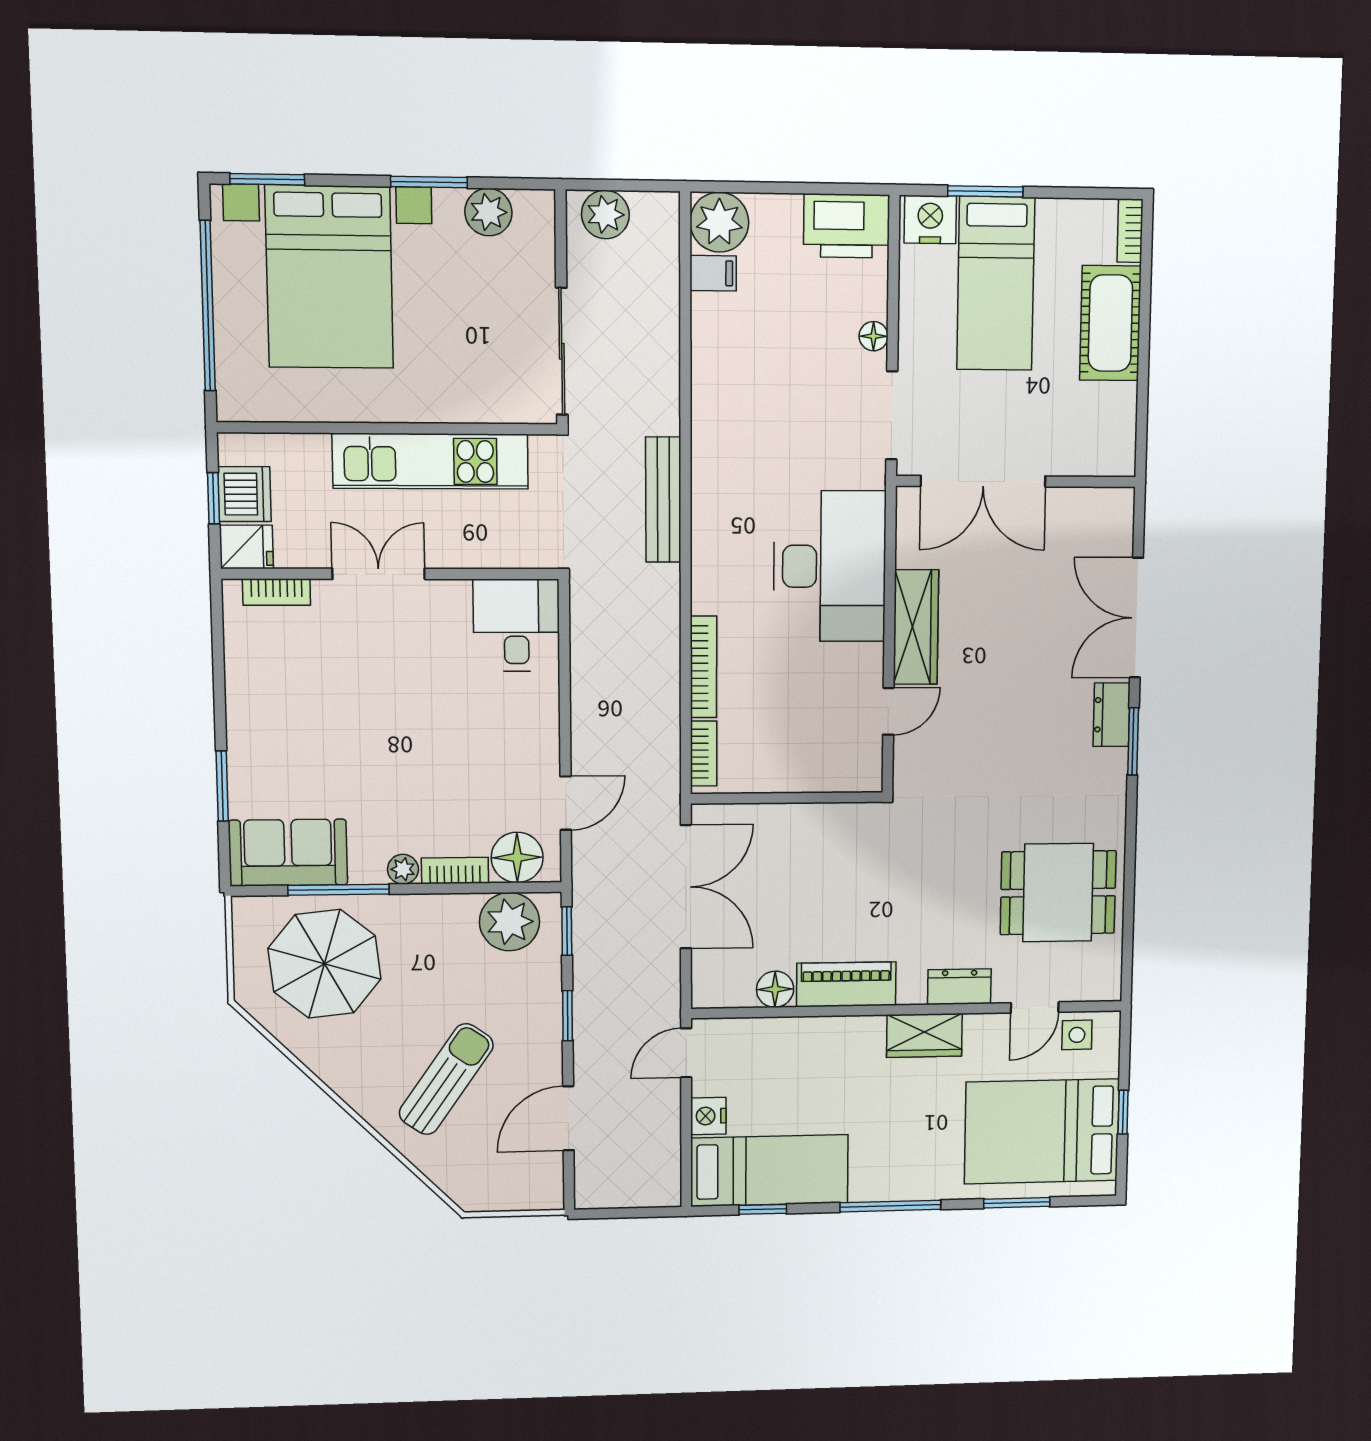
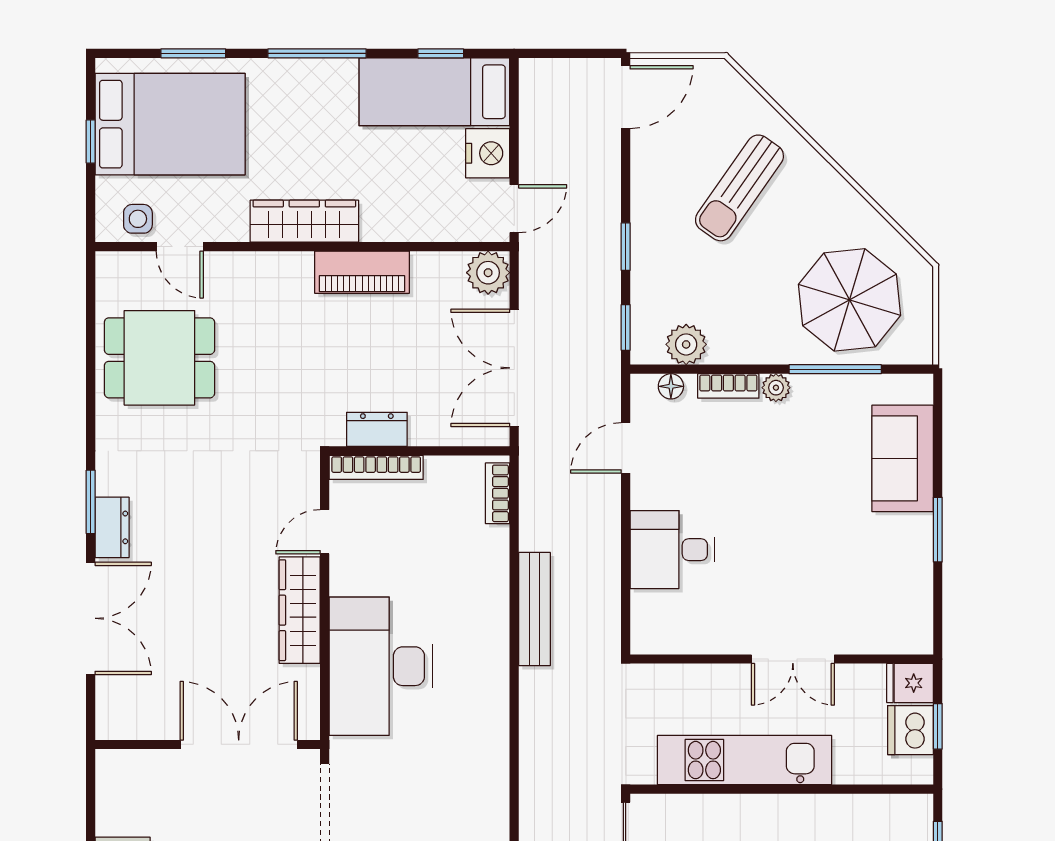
bench: (663, 500) -> (535, 609), moved
bookcase: (277, 592) -> (884, 643), removed
desk: (516, 625) -> (672, 550), moved, turned 90
bookcase: (703, 667) -> (376, 467), moved, turned -90
window: (222, 786) -> (938, 530), moved
sofa: (288, 853) -> (903, 458), moved, turned 90
floor lamp: (517, 857) -> (671, 386), width x0.53, depth x0.53
plant: (509, 922) -> (686, 344), width x0.73, depth x0.73
plant: (714, 986) -> (488, 273), added
dresser: (959, 987) -> (377, 429), moved, turned 180
floor lamp: (775, 989) -> (430, 269), removed
door: (1035, 1007) -> (180, 247), swing flipped
wardrobe: (924, 1035) -> (304, 221), width x1.50
nightstand: (708, 1116) -> (488, 153), width x1.36, depth x1.33
door: (568, 1118) -> (626, 97), moved

